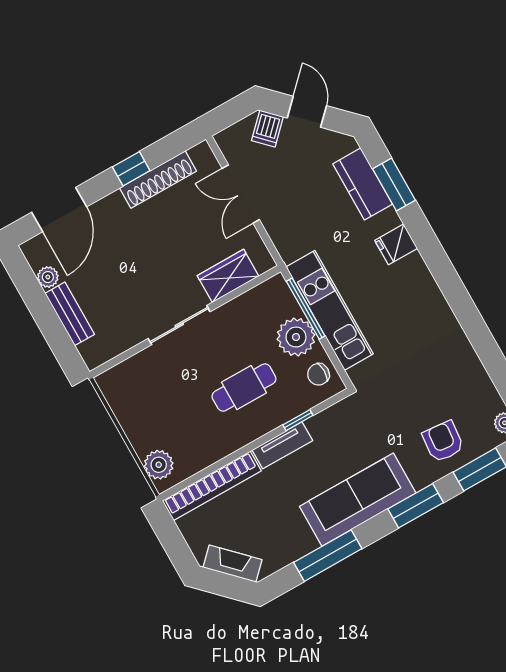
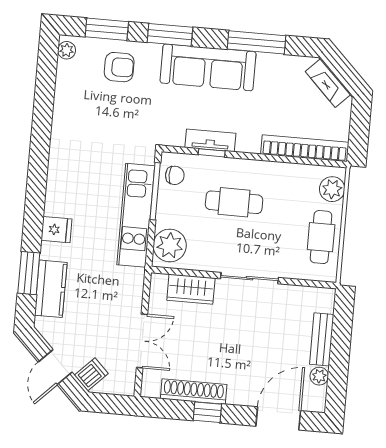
window: (306, 309) -> (155, 191), moved
plant: (296, 337) -> (170, 245), moved
cafe table: (138, 411) -> (321, 237), added
armchair: (443, 441) -> (119, 67), turned -95
tv unit: (282, 445) -> (210, 140), moved

